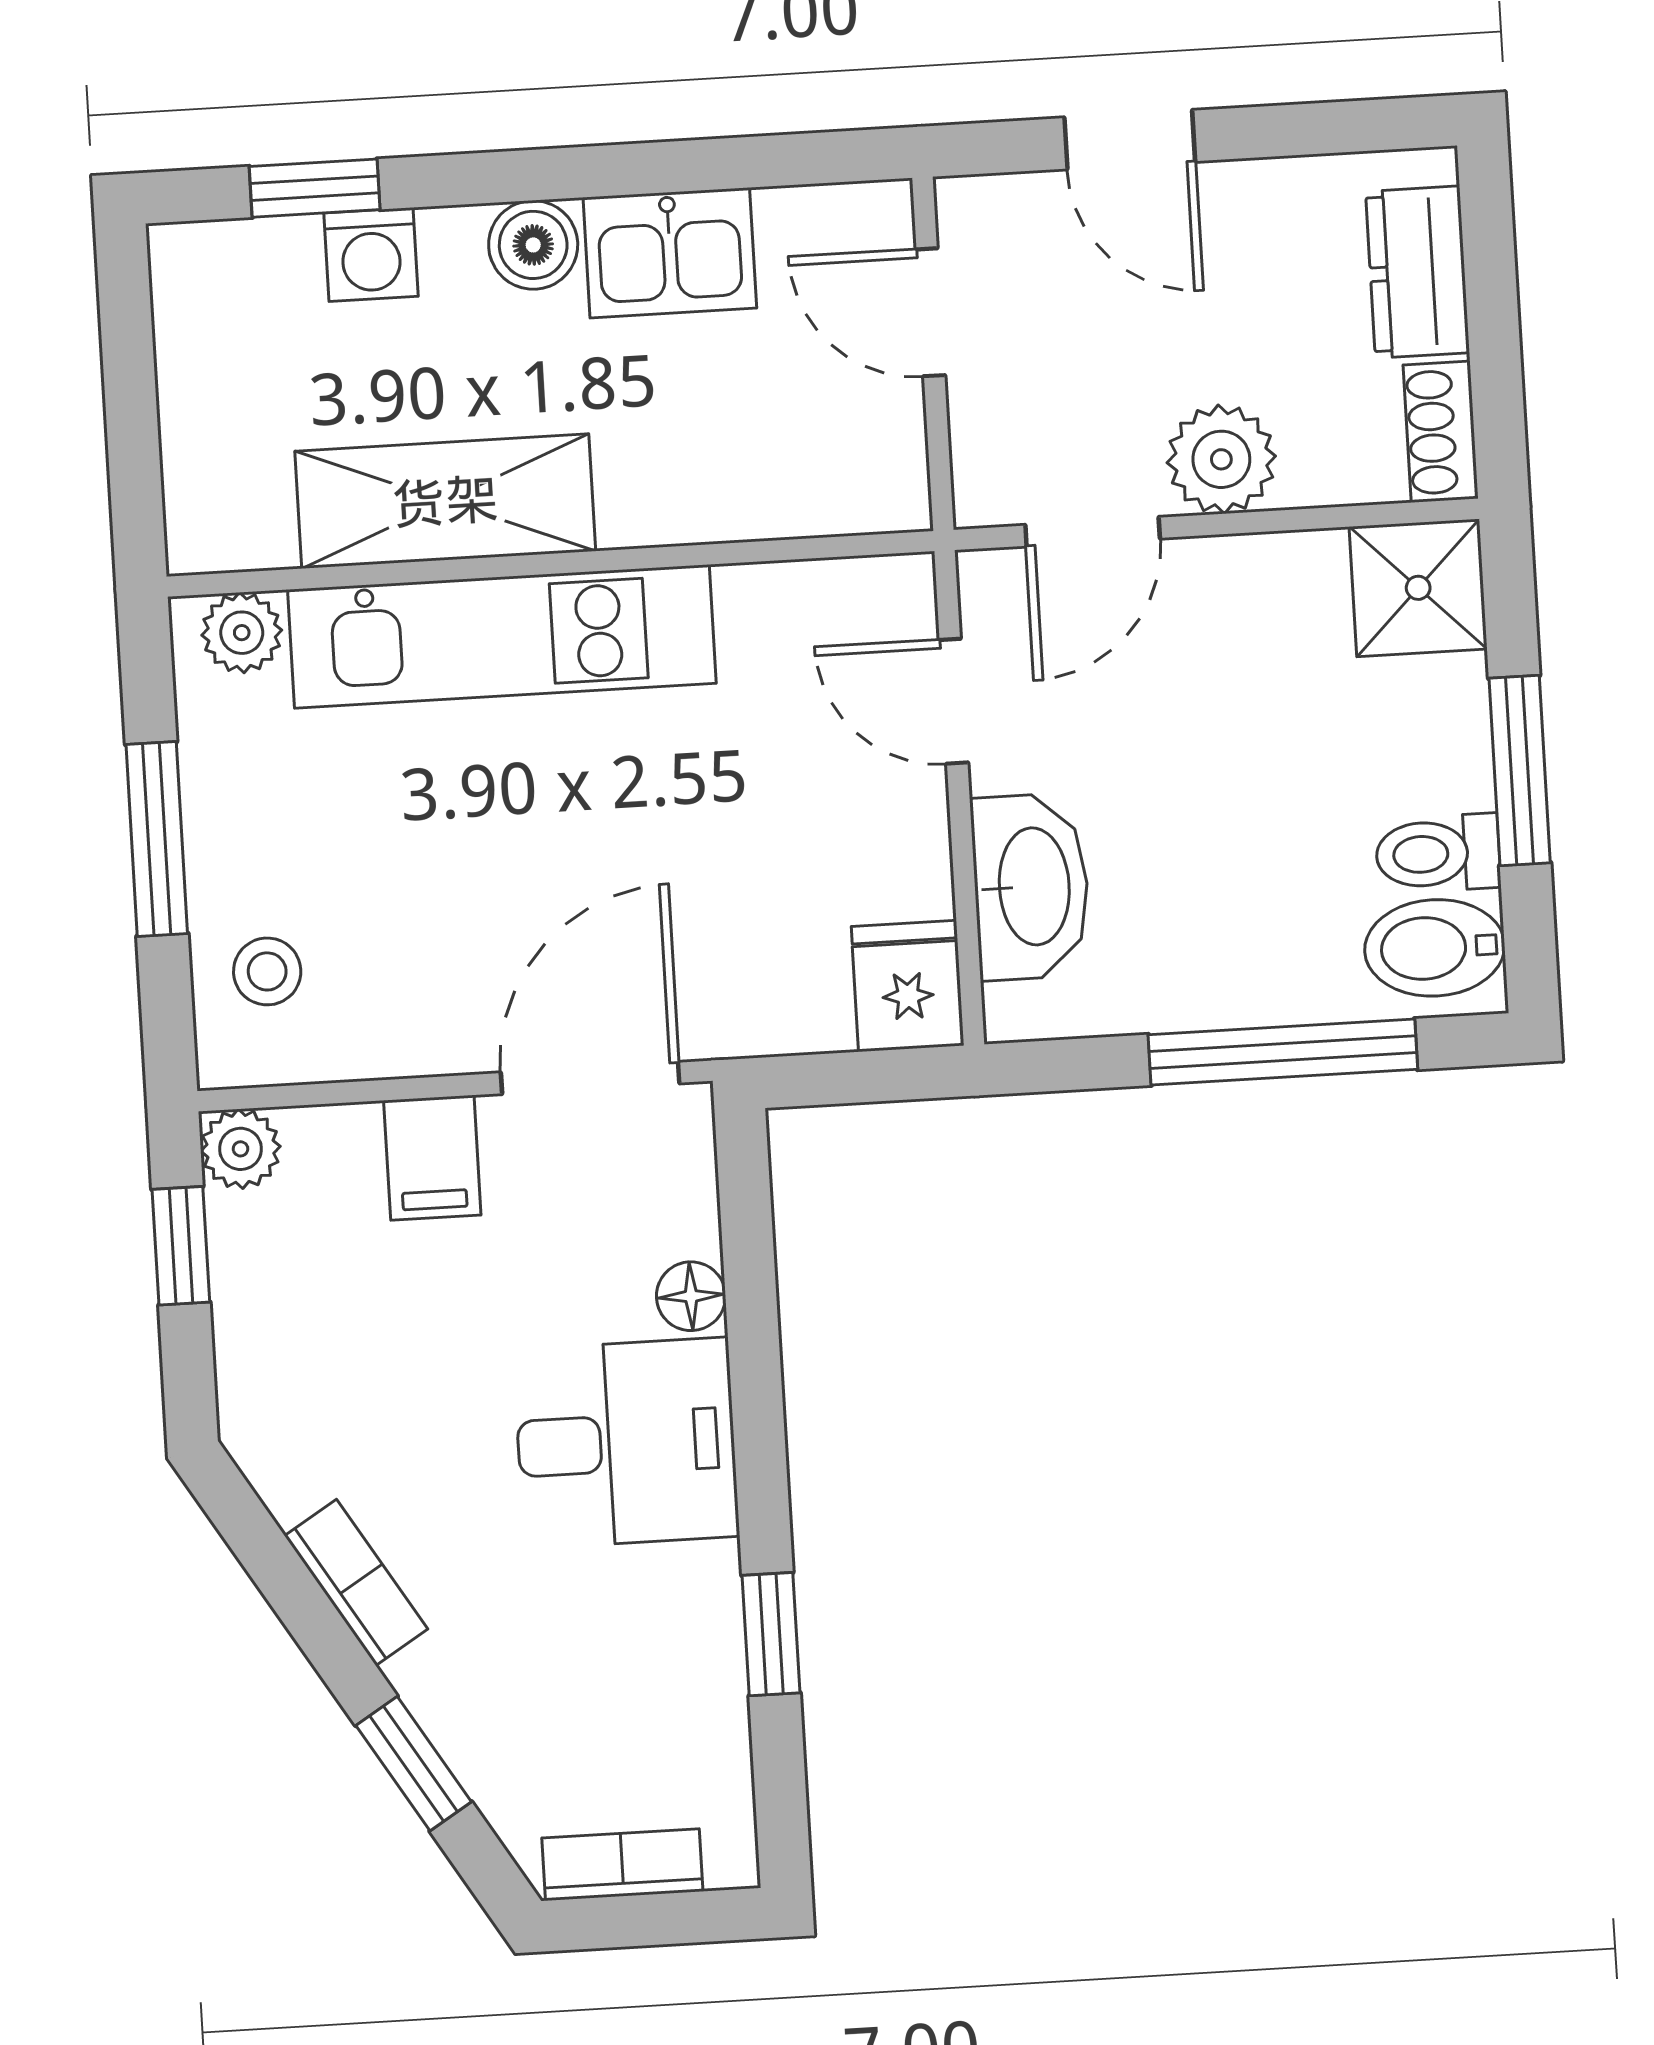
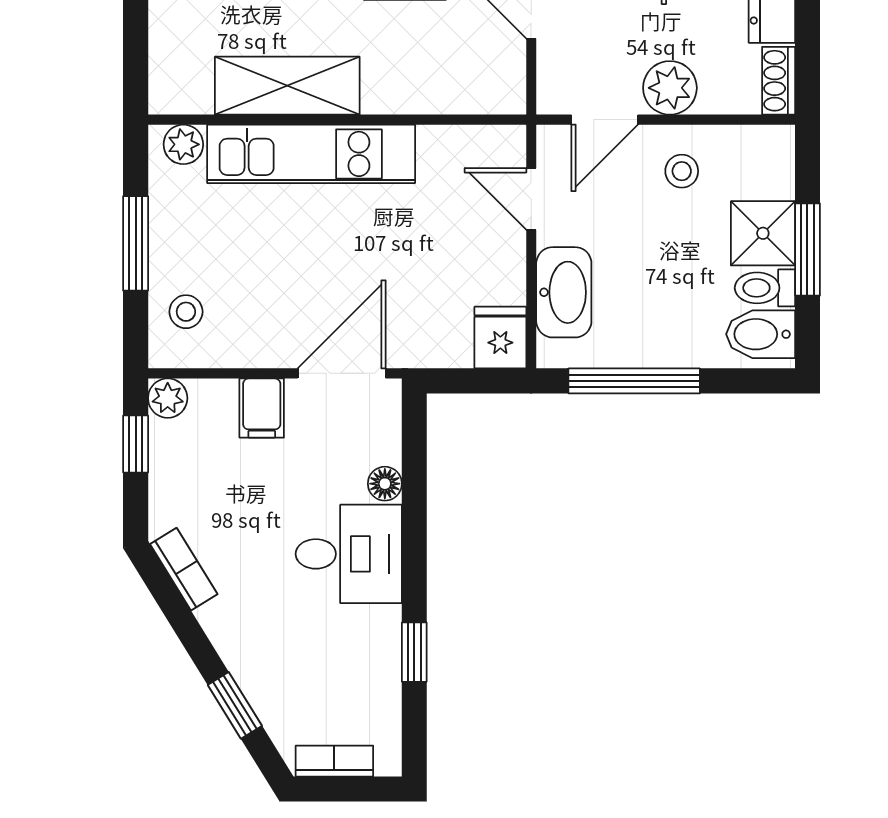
shower: (1418, 588) -> (763, 233), moved
stool: (1255, 627) -> (682, 171), added
window: (1283, 1052) -> (634, 381), moved
bookcase: (356, 1582) -> (184, 569), moved

